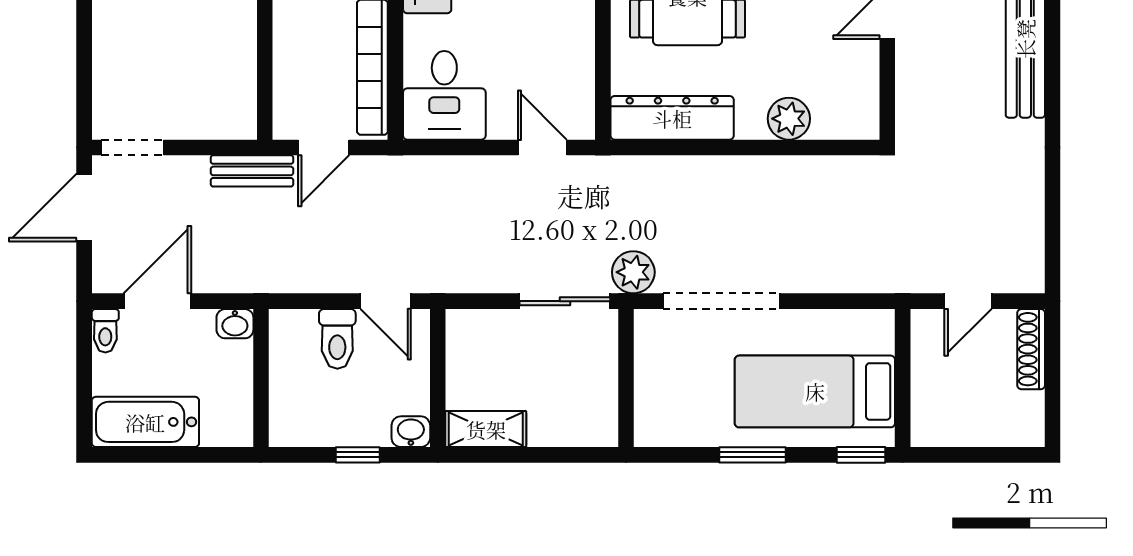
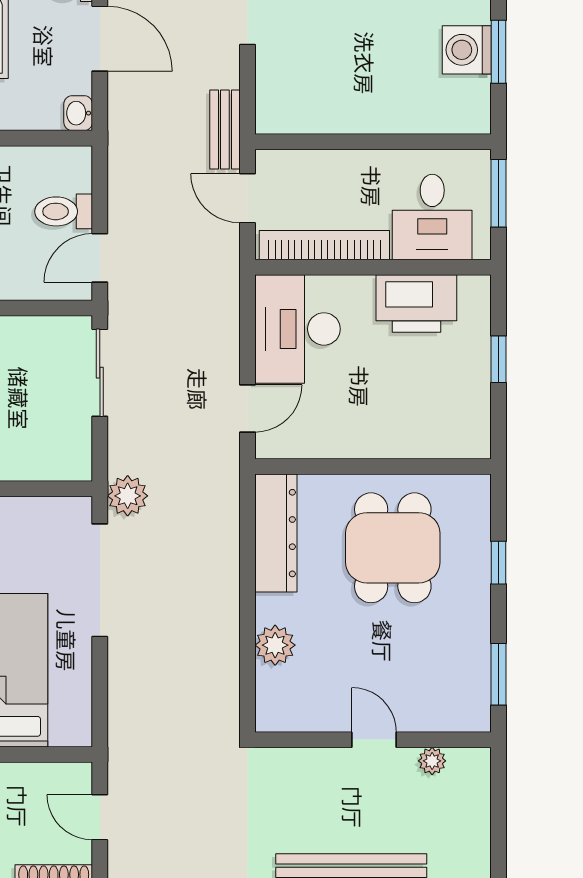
desk: (444, 95) -> (297, 329), width x1.37
sliding door: (565, 301) -> (100, 373), moved

